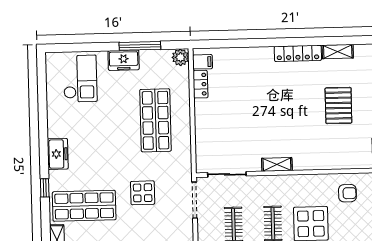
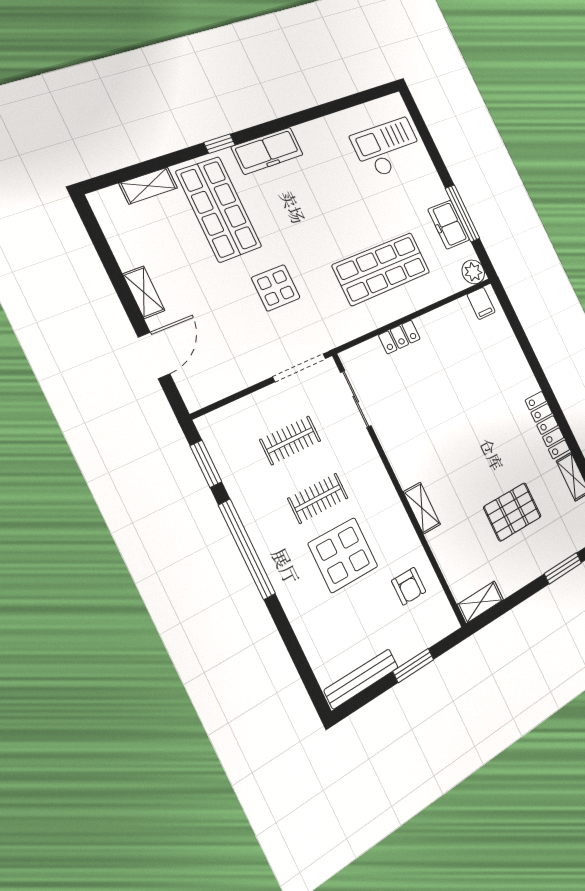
freezer: (124, 60) -> (449, 225), moved
checkout: (80, 79) -> (388, 148), turned 180
locker: (200, 84) -> (399, 337), moved
freezer: (58, 154) -> (267, 151), width x1.40
shelving: (277, 164) -> (422, 508), moved

